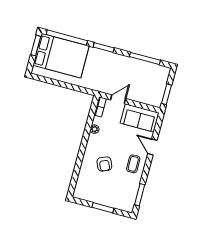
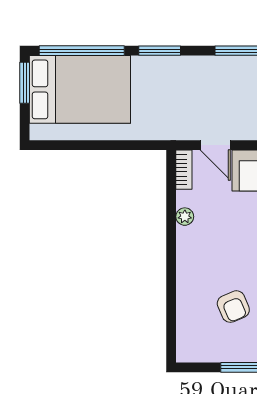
door: (118, 99) -> (215, 145), swing flipped
armchair: (104, 164) -> (233, 307), moved

